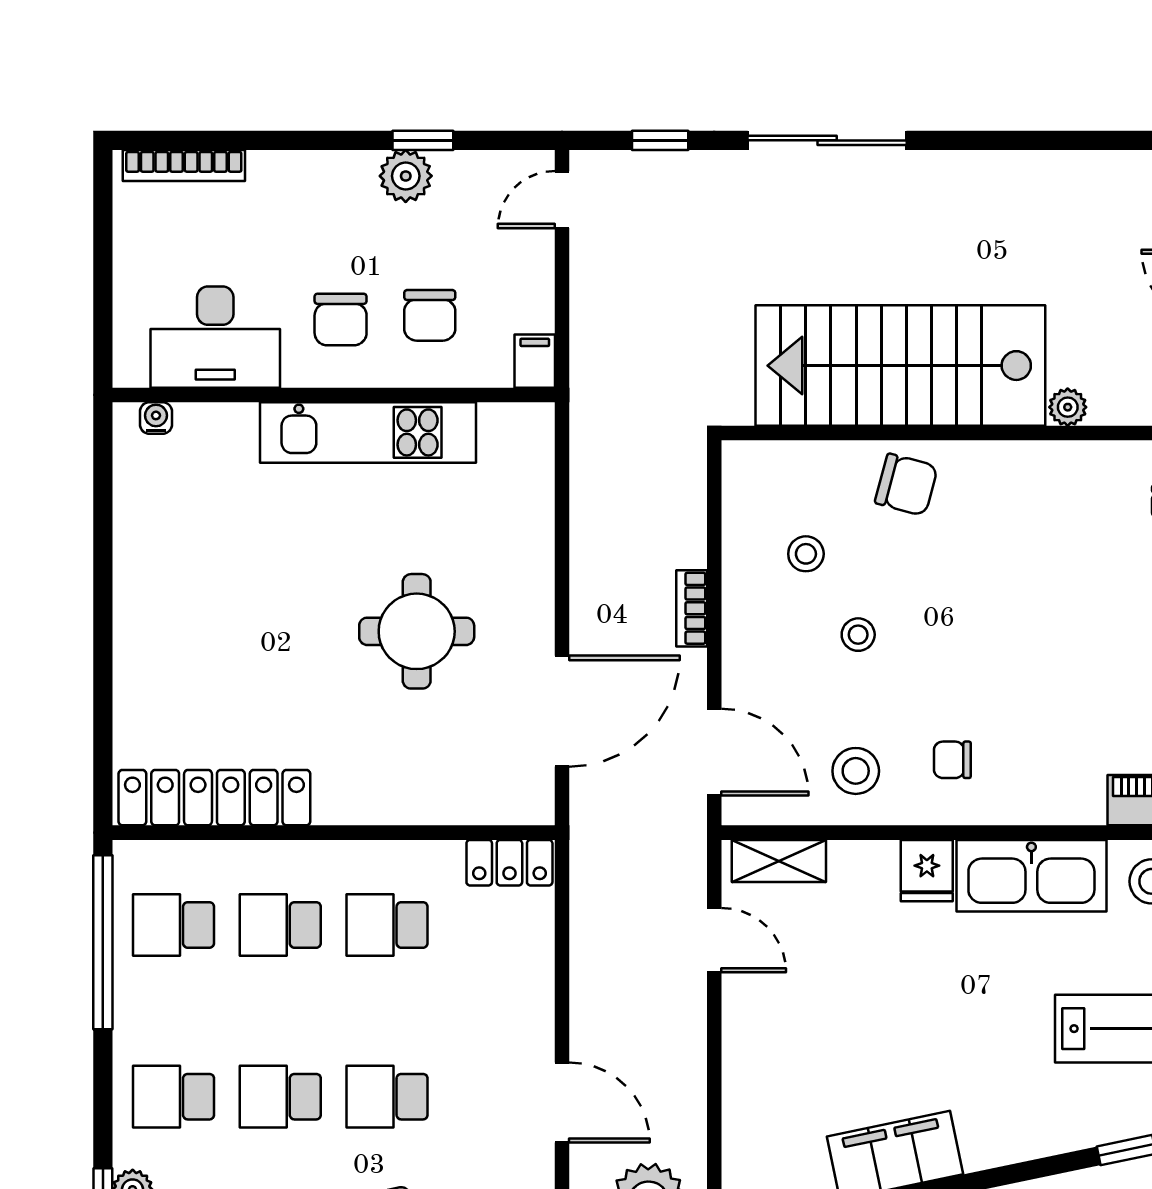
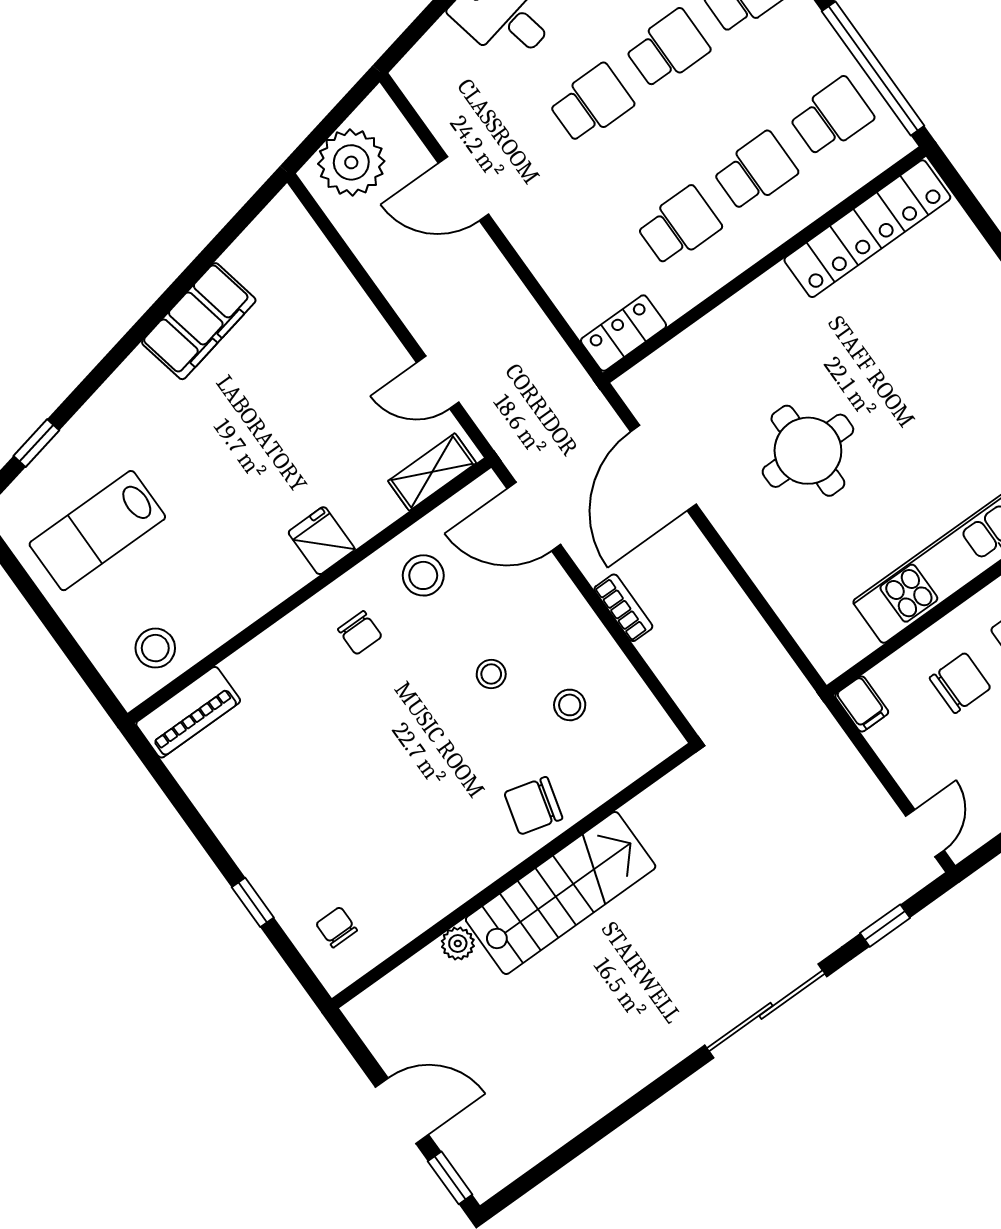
chair: (430, 315) -> (960, 683), turned 90
stairs: (900, 366) -> (561, 893), width x0.73, depth x0.66
chair: (952, 760) -> (360, 633), turned 90
kitchen sink: (1031, 876) -> (244, 590), removed

